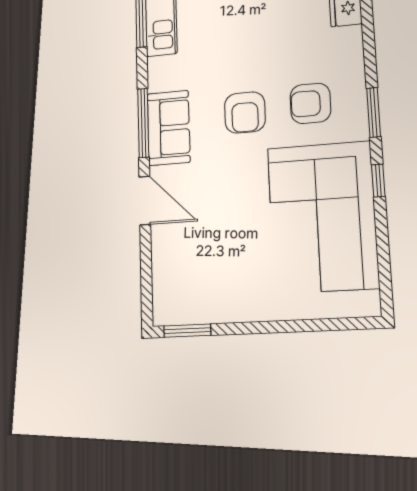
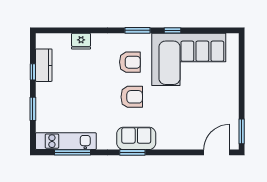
armchair: (310, 103) -> (130, 62), turned -90
window: (143, 123) -> (132, 152), width x0.69
door: (145, 200) -> (217, 152), moved

